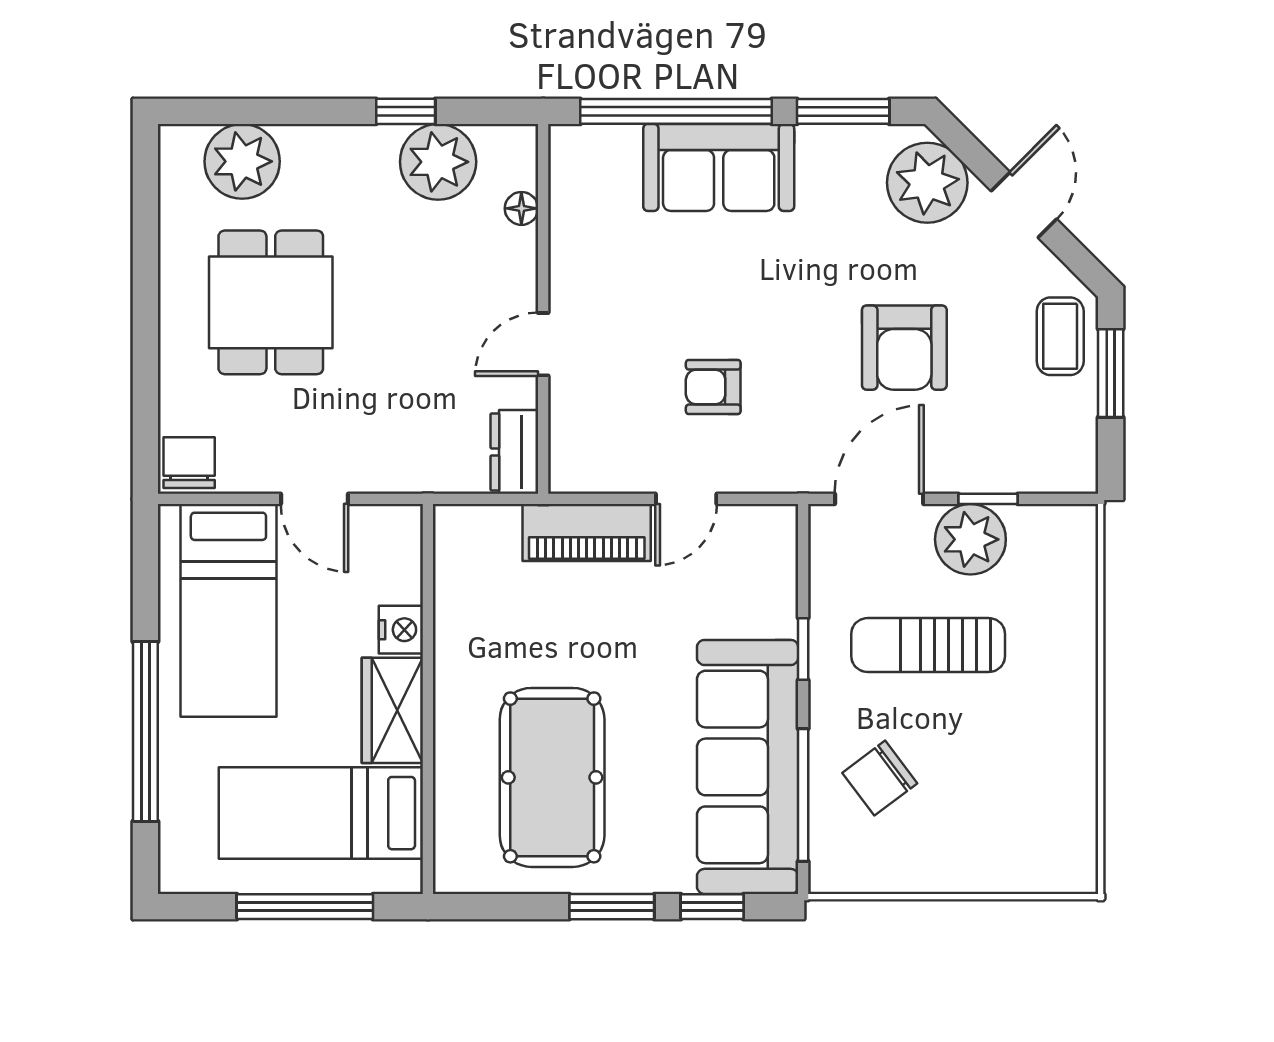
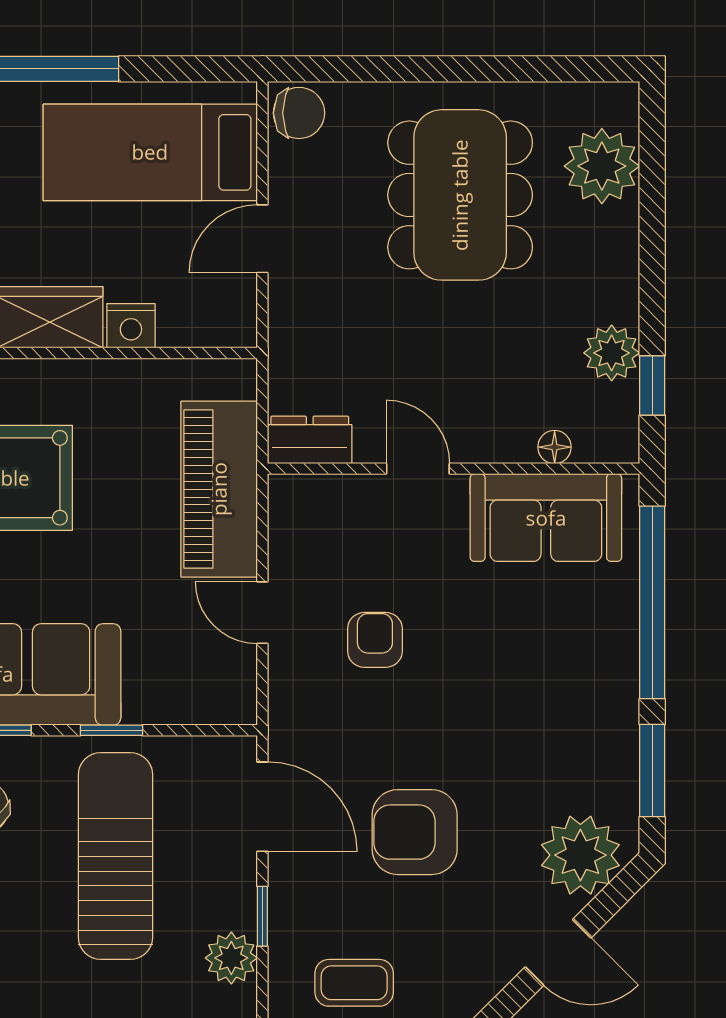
window: (406, 111) -> (652, 385), moved
plant: (438, 162) -> (612, 353), width x0.73, depth x0.73
sofa: (719, 167) -> (546, 518), moved, turned -90
dining table: (271, 302) -> (460, 195), width x1.38
coffee table: (1060, 336) -> (354, 983), moved
piano: (587, 533) -> (219, 489), width x1.37, depth x1.33
plant: (970, 539) -> (231, 958), moved, width x0.73, depth x0.73
sun lounger: (928, 645) -> (115, 856), width x1.36, depth x1.34

